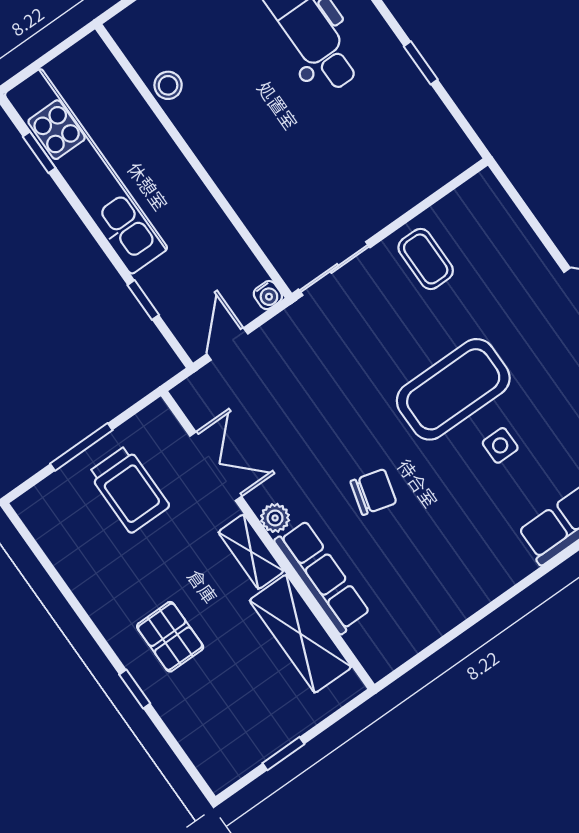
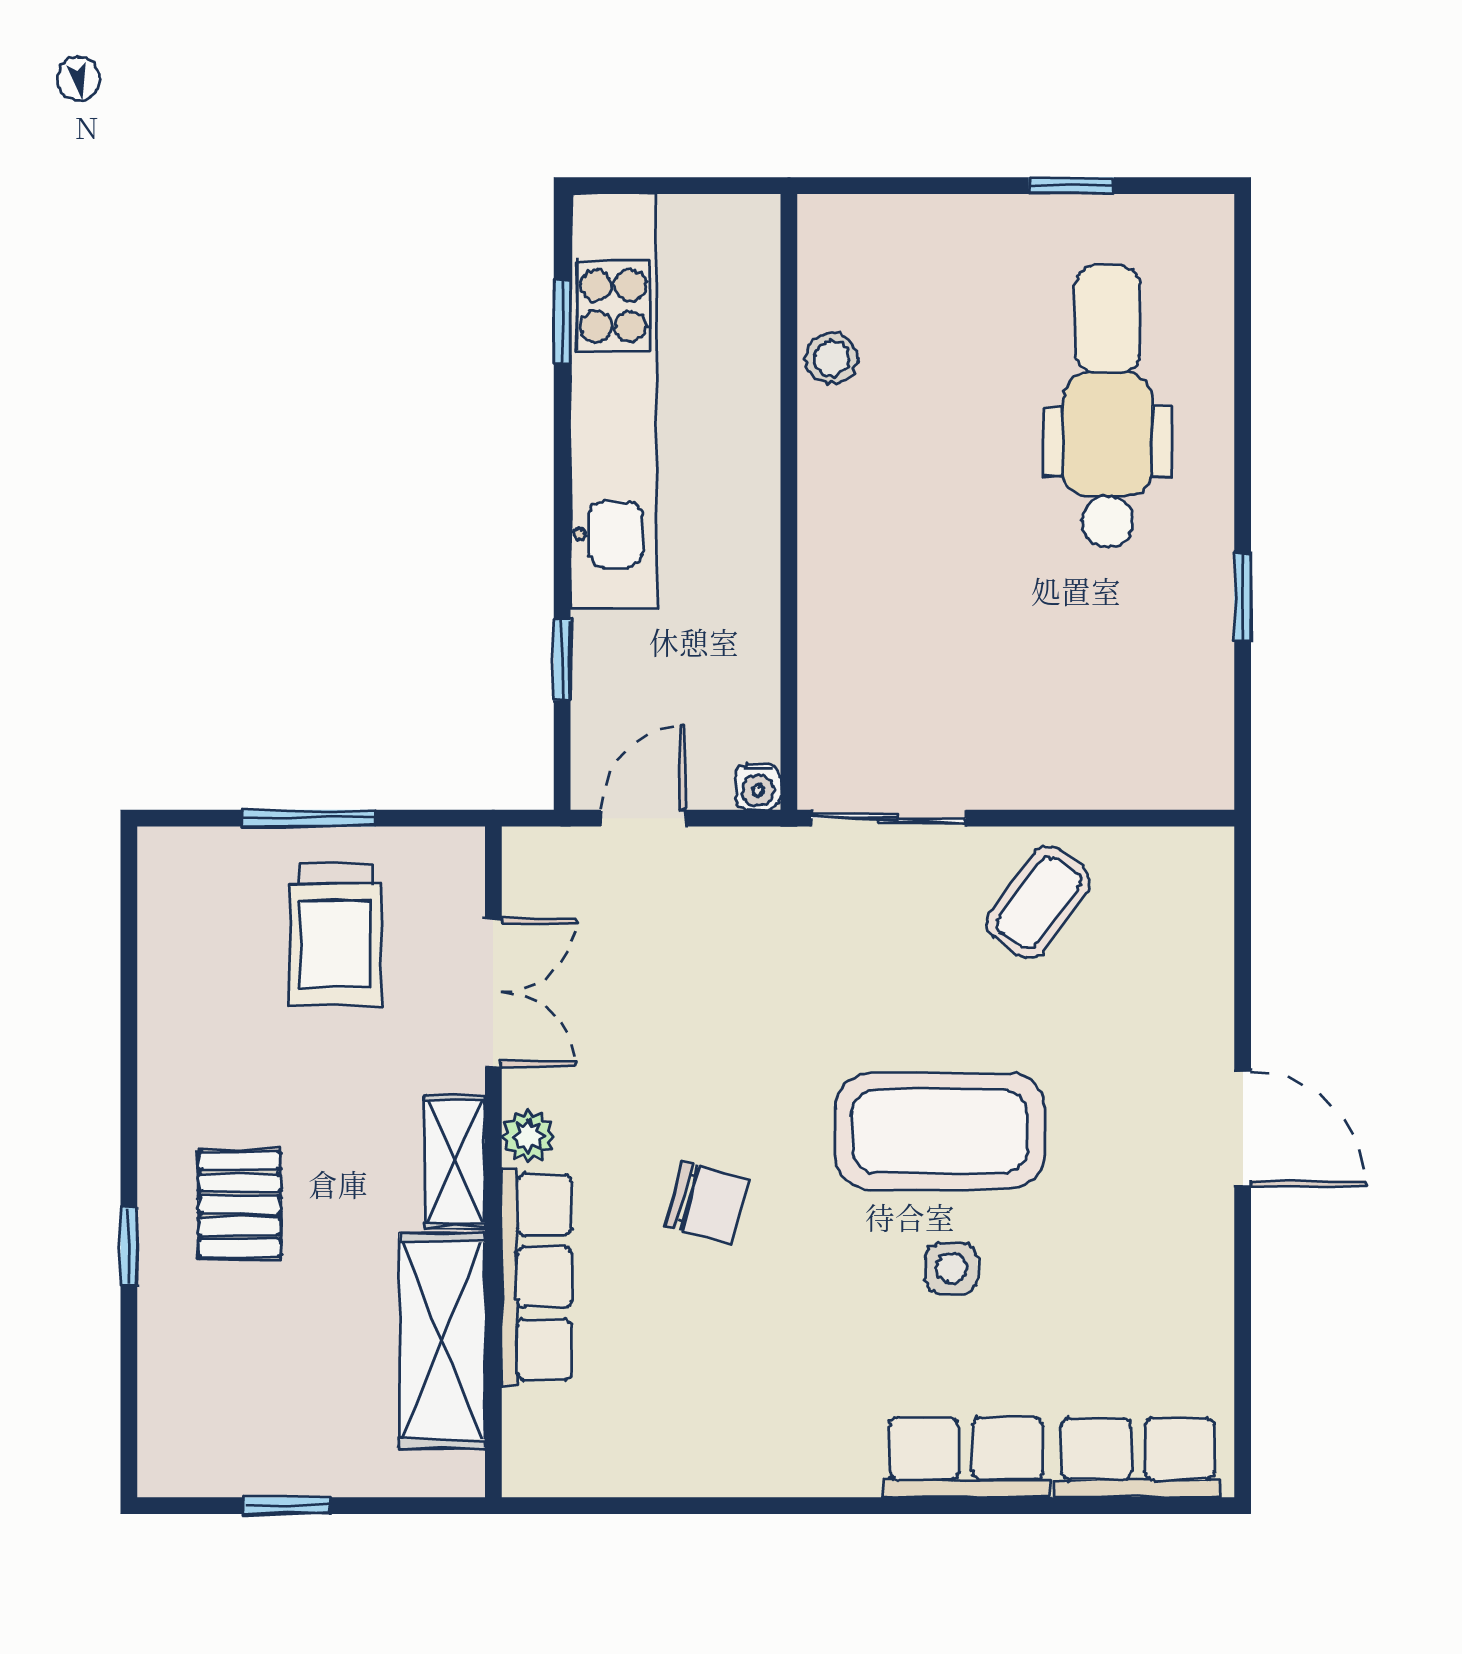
coffee table: (426, 259) -> (1038, 902), turned 37

